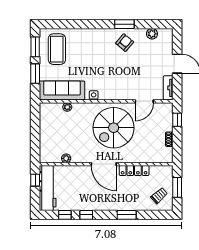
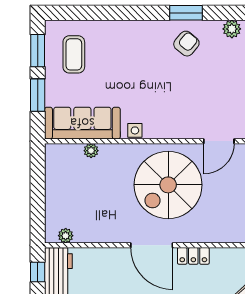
coffee table: (57, 49) -> (74, 54), width x0.73, depth x0.76
plant: (66, 158) -> (66, 236), moved
locker: (134, 170) -> (193, 256), width x0.66

